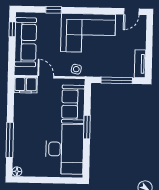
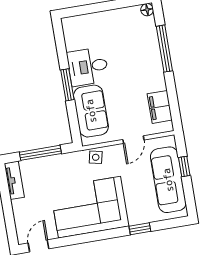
window: (12, 29) -> (184, 167), moved
door: (46, 77) -> (133, 140), hinge flipped
filing cabinet: (26, 85) -> (160, 107), moved, turned -90
desk: (65, 149) -> (88, 67), width x0.53, depth x0.77

